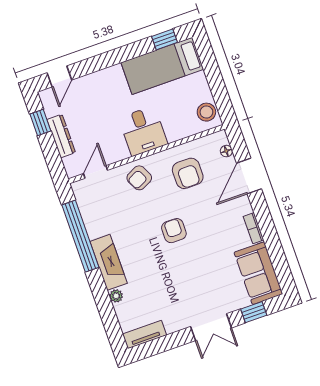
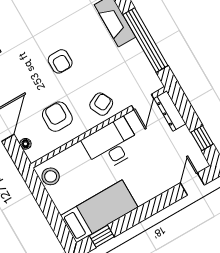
desk: (143, 131) -> (112, 145), width x1.37
dresser: (61, 136) -> (170, 111), moved

